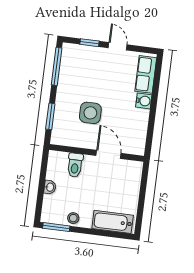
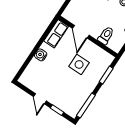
row of seats: (146, 74) -> (56, 34), moved

